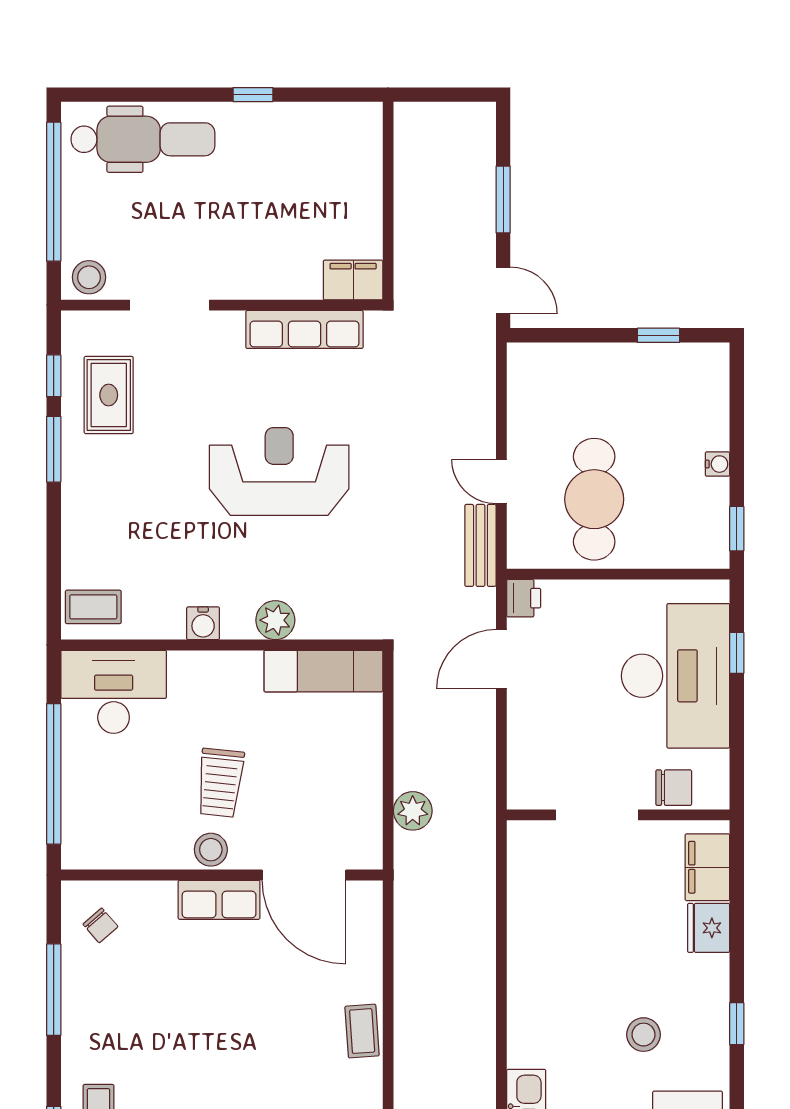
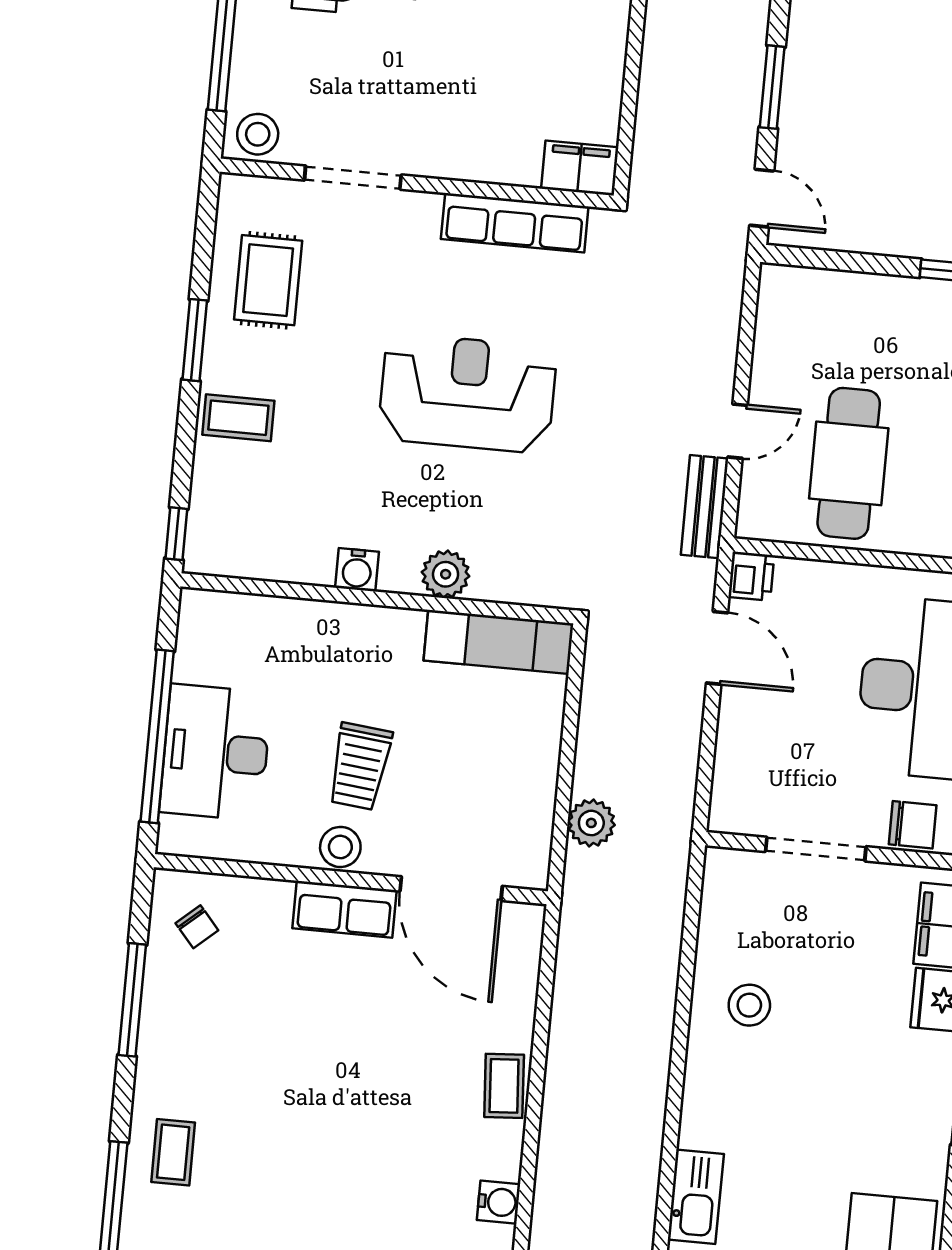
window: (54, 376) -> (176, 534), moved
door: (501, 482) -> (738, 431), swing flipped
coffee table: (93, 607) -> (238, 418), moved
door: (501, 659) -> (717, 648), swing flipped
desk: (114, 692) -> (216, 752), moved, turned -90
stool: (643, 1035) -> (749, 1005), moved

